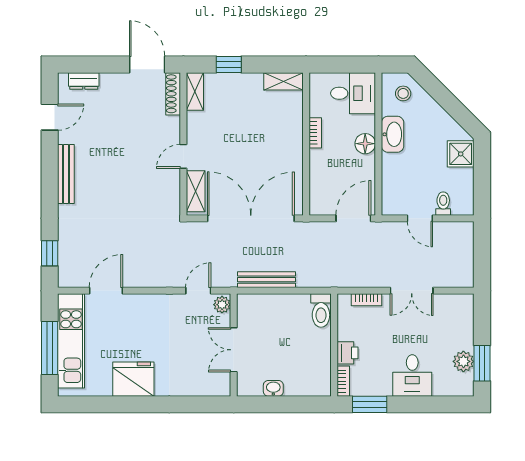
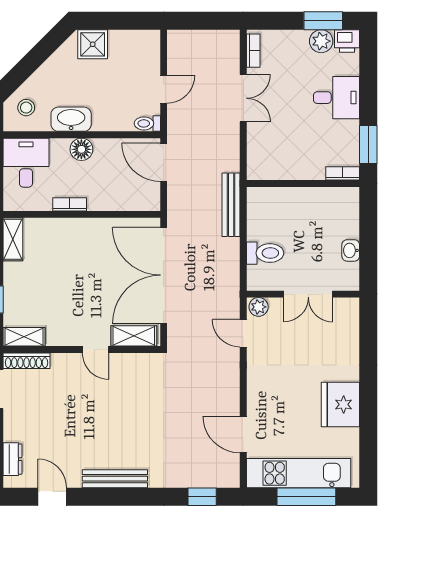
toilet: (443, 204) -> (147, 123), moved
bench: (267, 280) -> (231, 205), moved
bookcase: (367, 300) -> (253, 51), moved
toilet: (321, 311) -> (265, 253), moved
printer: (348, 353) -> (347, 41), moved, turned 180

